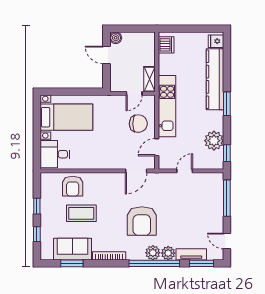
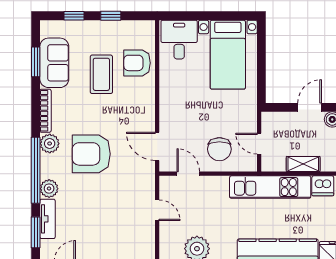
shelving: (150, 79) -> (303, 164), moved
kitchen unit: (167, 106) -> (270, 187), moved
plant: (153, 253) -> (50, 143), moved

